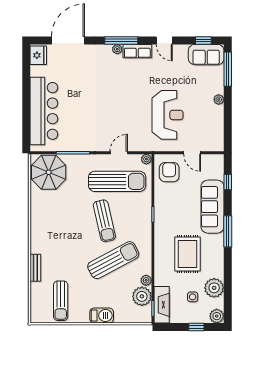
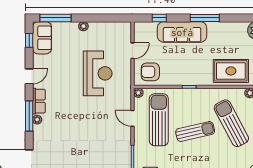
reception desk: (167, 115) -> (98, 73), turned 90
rug: (187, 254) -> (231, 71), moved

